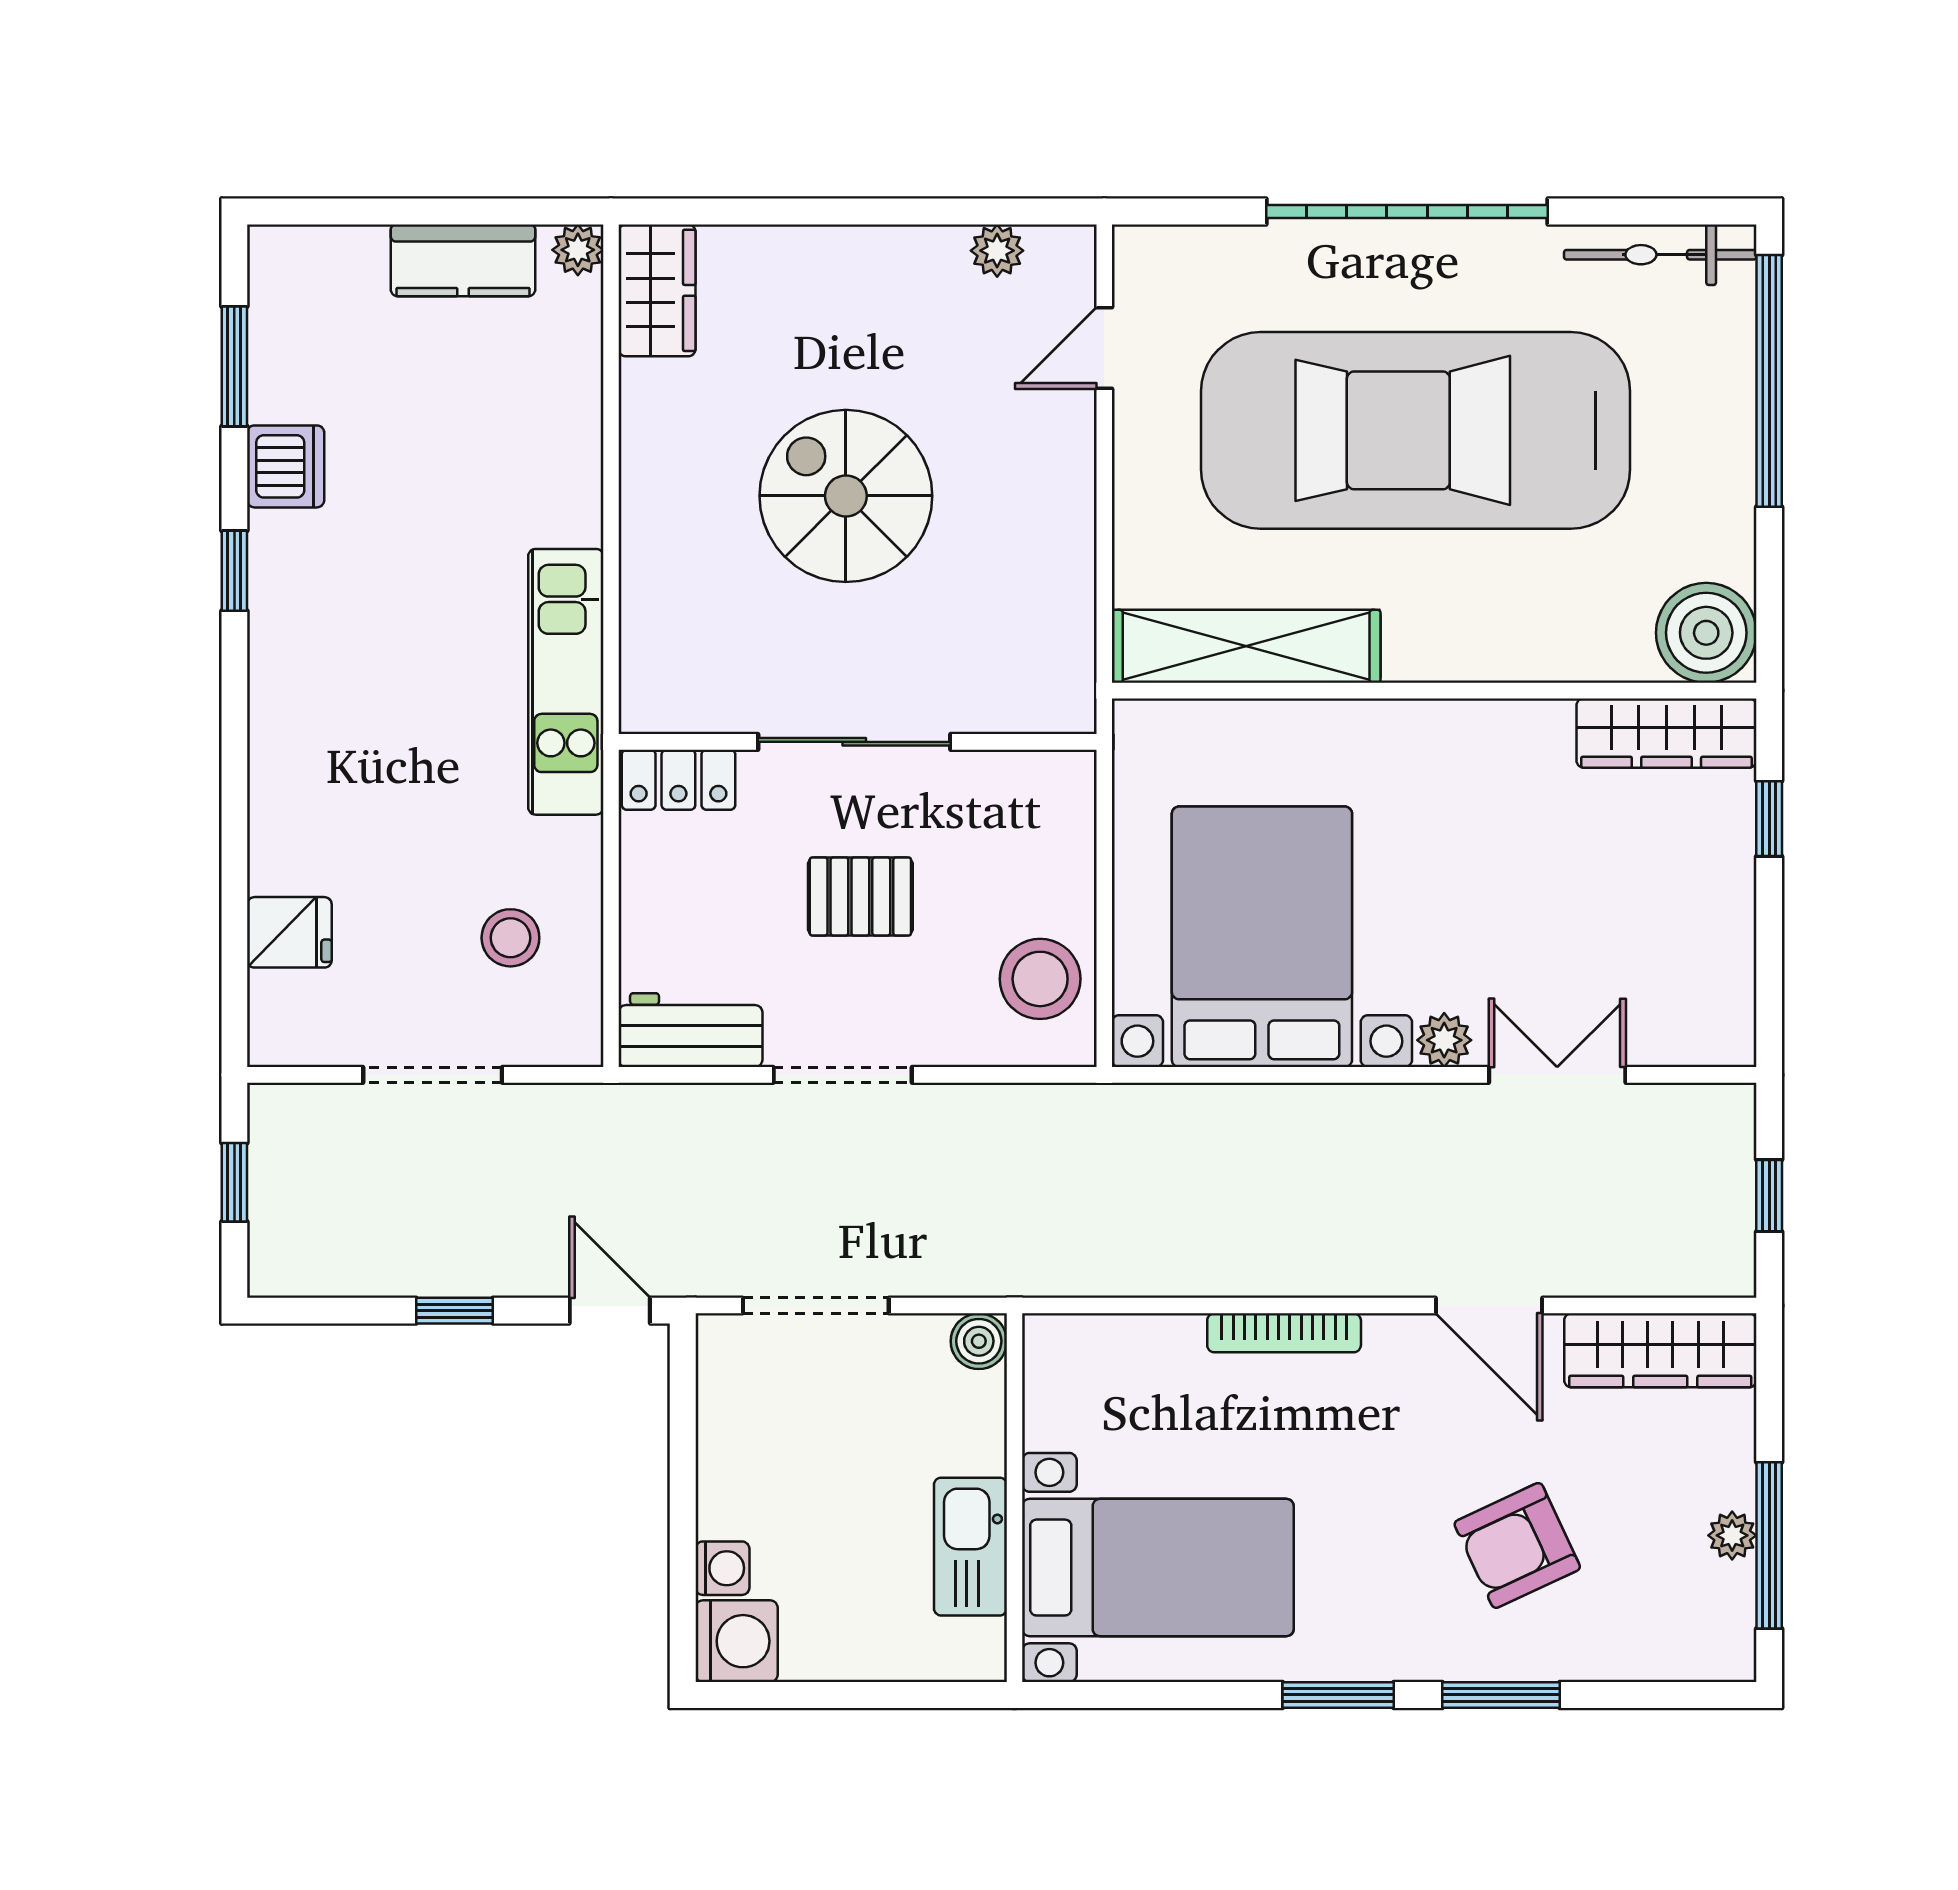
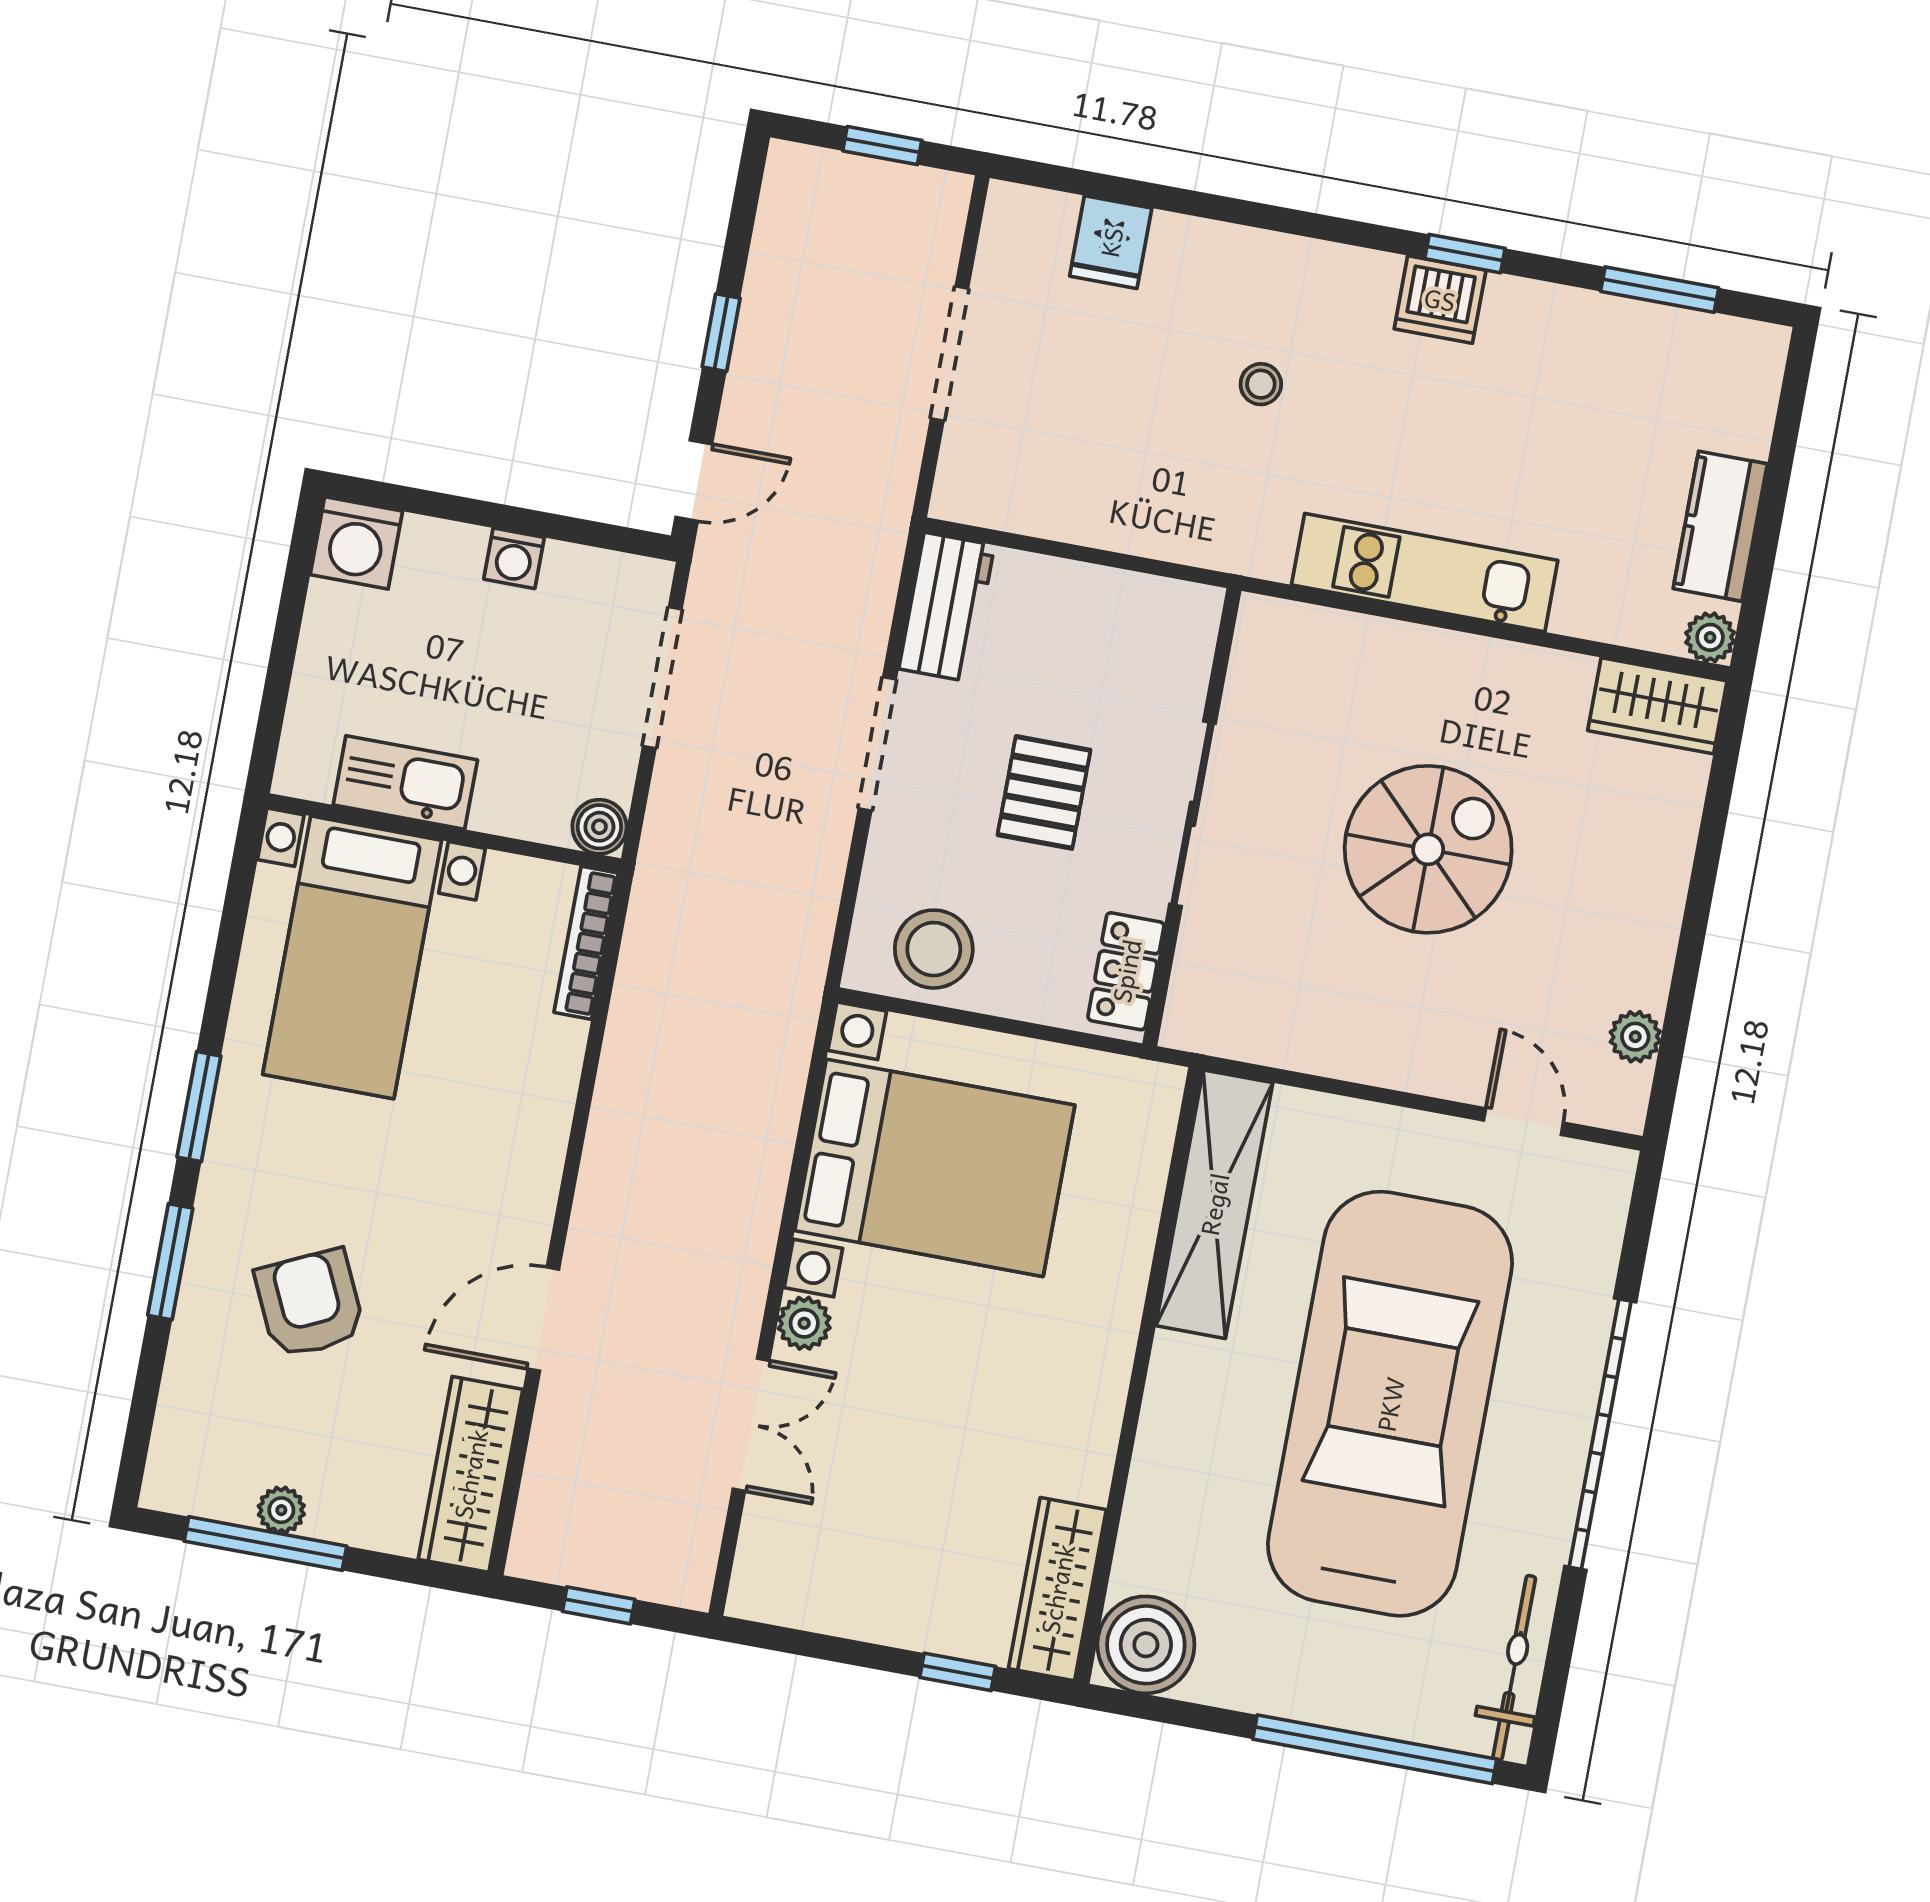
dishwasher: (286, 466) -> (1440, 299), moved
kitchen unit: (566, 682) -> (1425, 573), moved
locker: (678, 780) -> (1126, 971), moved
stool: (510, 938) -> (1261, 384), moved, width x0.73, depth x0.73
bookcase: (1284, 1333) -> (586, 943), moved
washing machine: (722, 1568) -> (514, 558), moved

